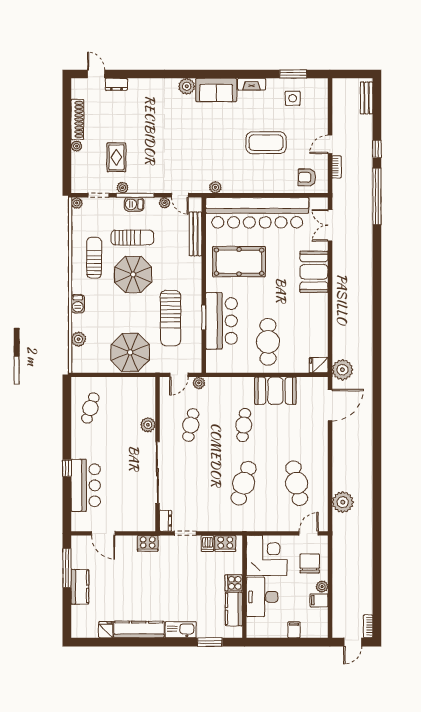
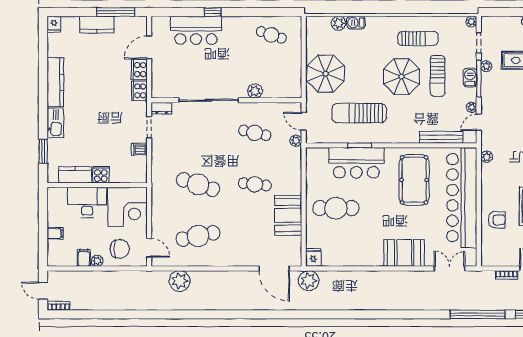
armchair: (307, 177) -> (497, 220), moved, turned 90
barbecue: (78, 304) -> (356, 23), moved
cooker: (225, 544) -> (139, 70), moved
fridge: (106, 630) -> (54, 24), moved, turned 90

